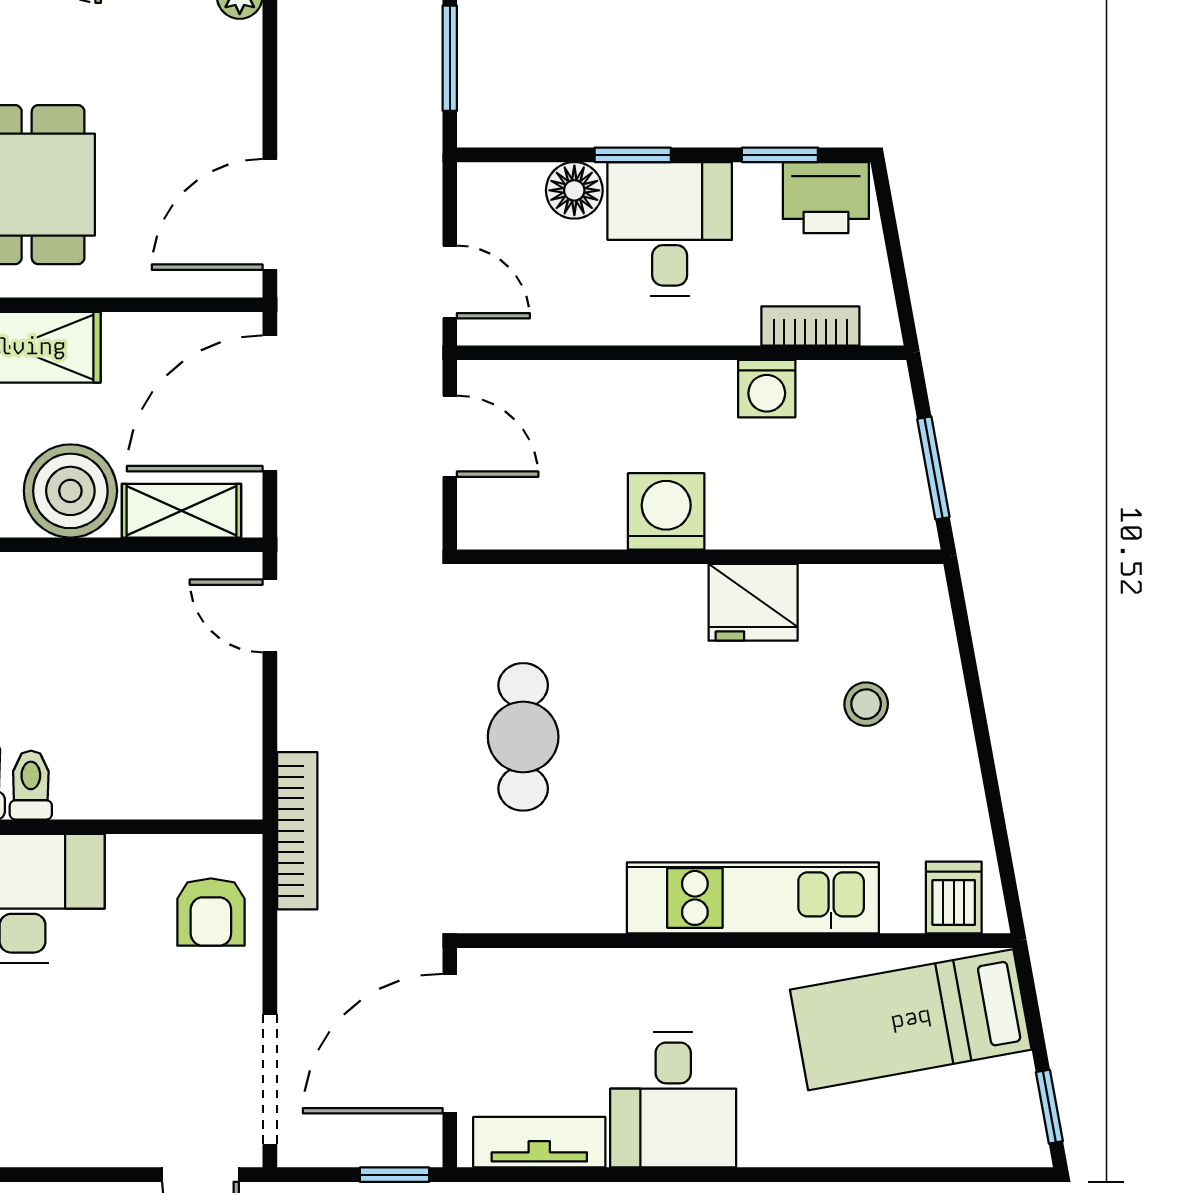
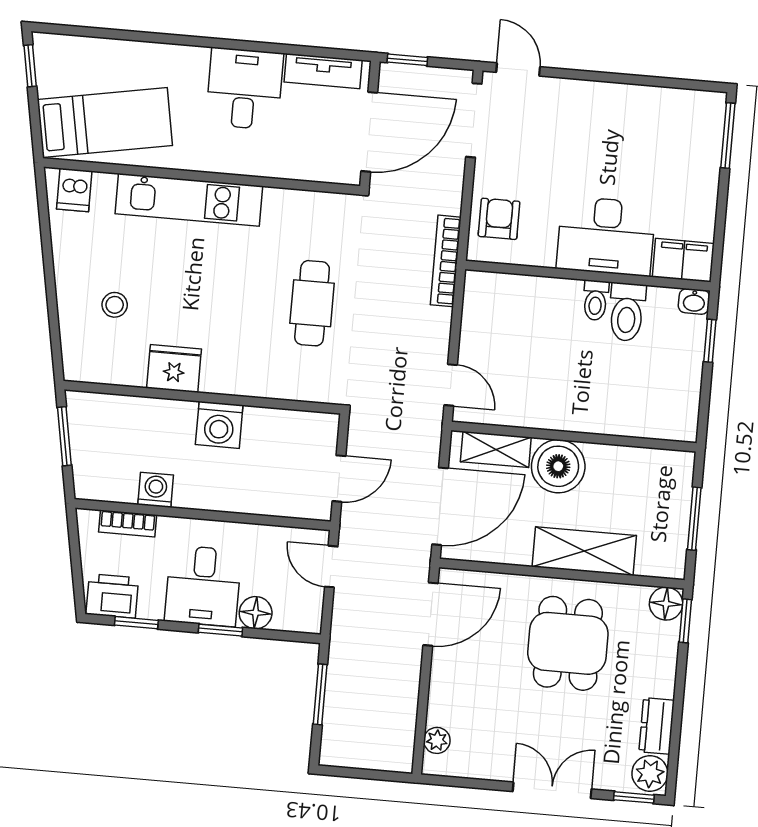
door: (450, 436) -> (339, 479), swing flipped

